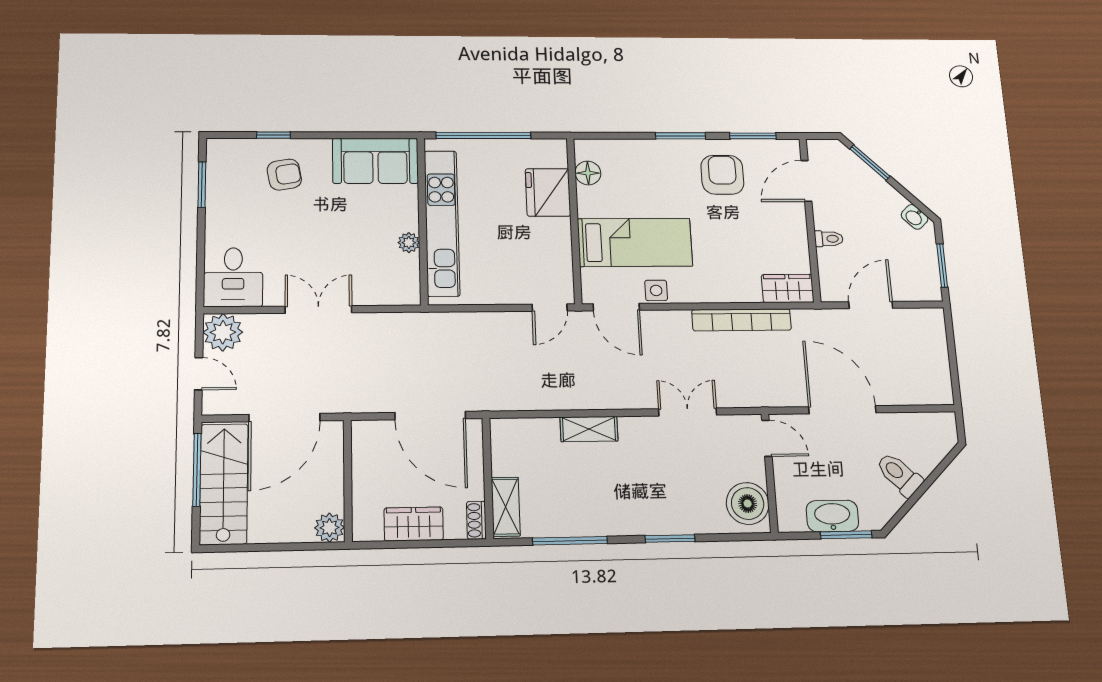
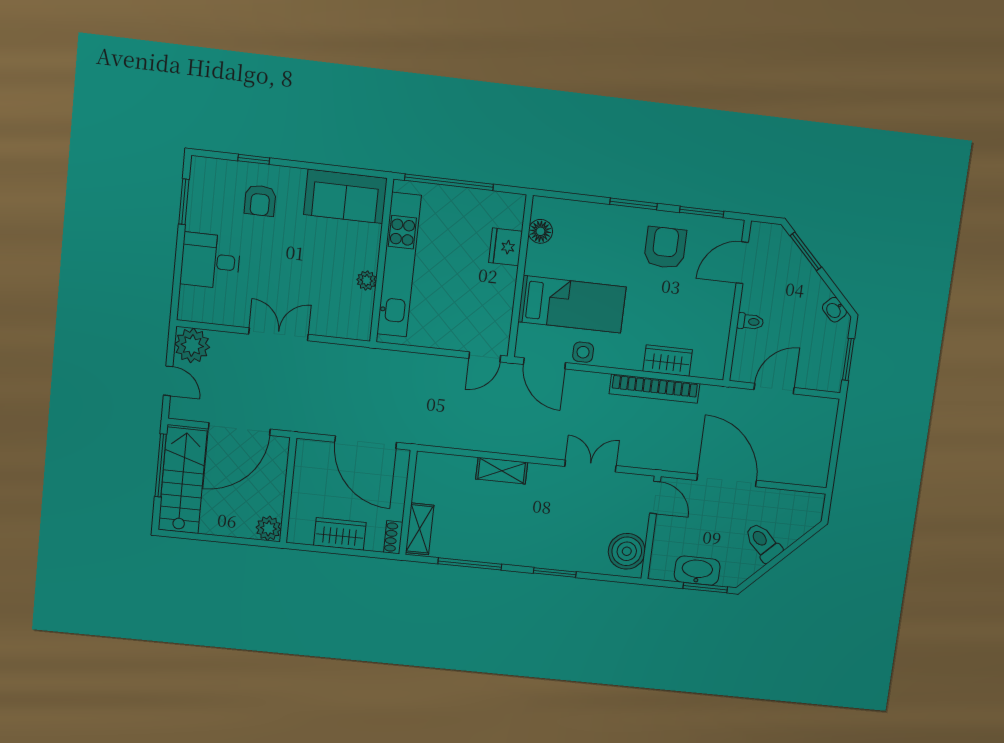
armchair: (284, 175) -> (260, 200), turned 100
fridge: (548, 192) -> (506, 247), width x0.73, depth x0.75
desk: (233, 277) -> (210, 261), moved, turned 90
wardrobe: (788, 288) -> (668, 360), moved

